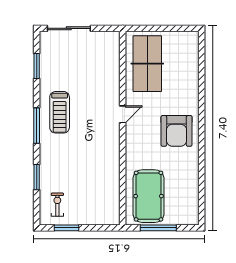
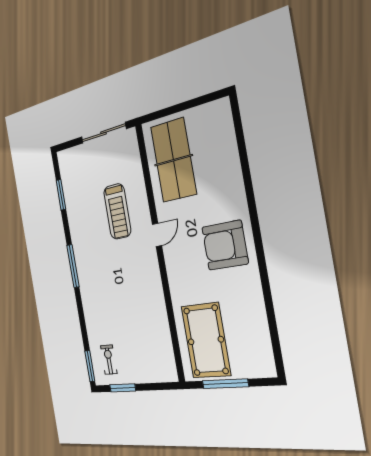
sliding door: (69, 28) -> (103, 133), moved
treadmill: (60, 112) -> (117, 211), moved
armchair: (177, 131) -> (225, 245), turned 90
window: (37, 177) -> (90, 366), moved

